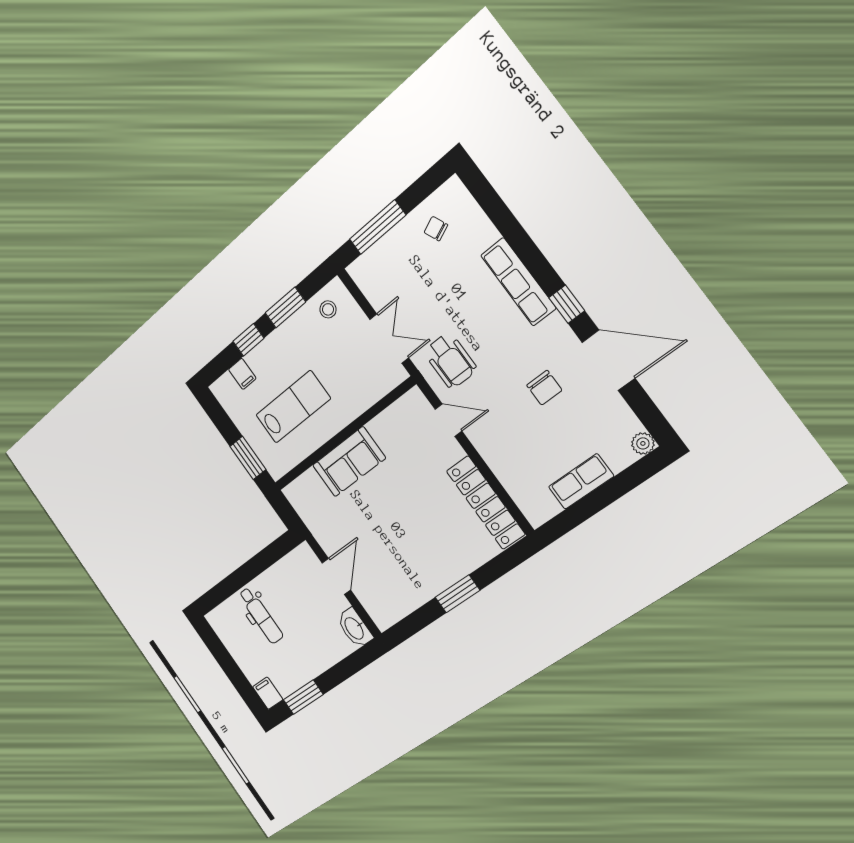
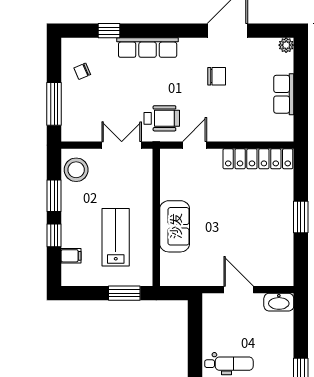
window: (567, 304) -> (109, 31), moved
stool: (328, 309) -> (76, 170), width x1.89, depth x1.89

